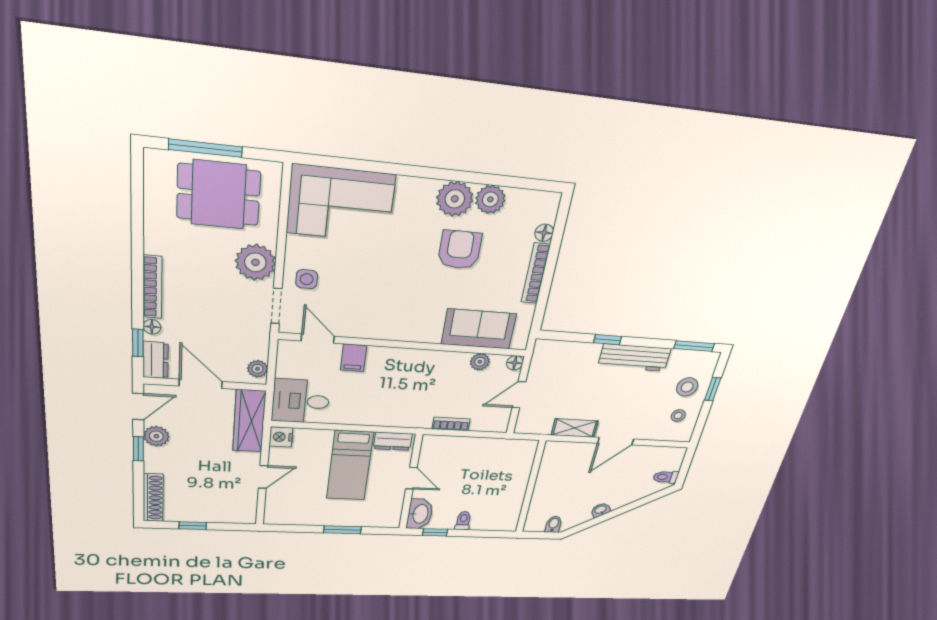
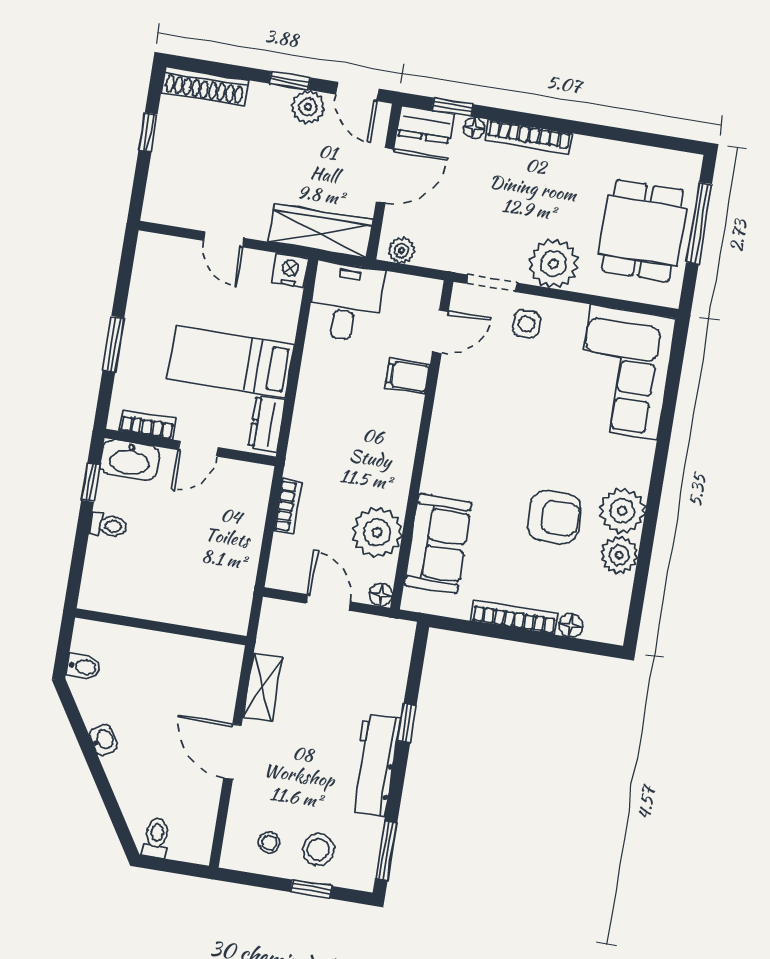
plant: (480, 362) -> (377, 533), width x1.87, depth x1.87
bookcase: (396, 507) -> (147, 425), added

